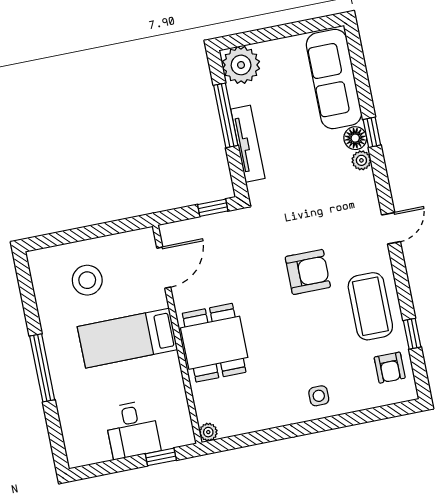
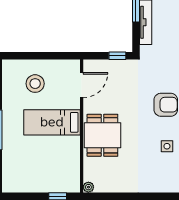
side table: (319, 396) -> (167, 146), moved
desk: (132, 430) -> (44, 177), removed

